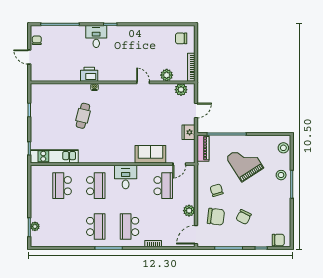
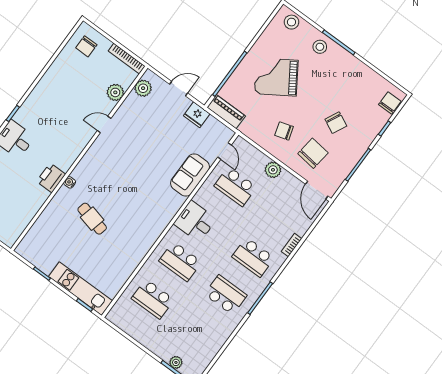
door: (196, 110) -> (179, 89), hinge flipped
kitchen unit: (54, 156) -> (81, 289), moved, turned 90
school desk: (96, 186) -> (180, 261), turned 180
school desk: (163, 186) -> (235, 186), turned 180
plant: (189, 211) -> (273, 170), moved

